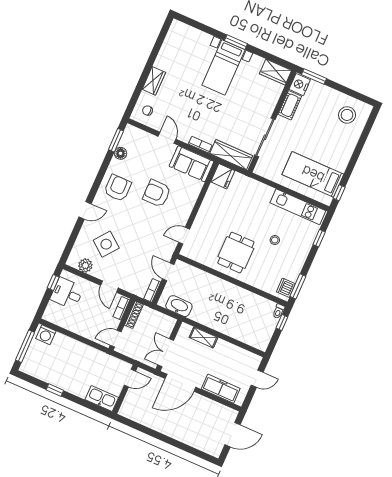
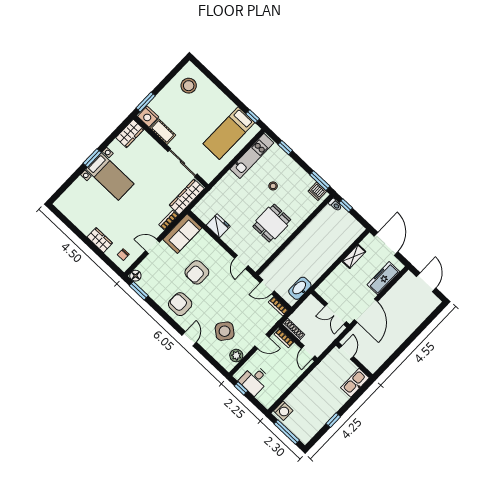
floor lamp: (120, 153) -> (135, 276), moved
fridge: (223, 176) -> (218, 226), moved
dining table: (236, 253) -> (272, 223), turned 90
shelving: (203, 337) -> (354, 256), moved
door: (257, 379) -> (386, 244), width x1.88

